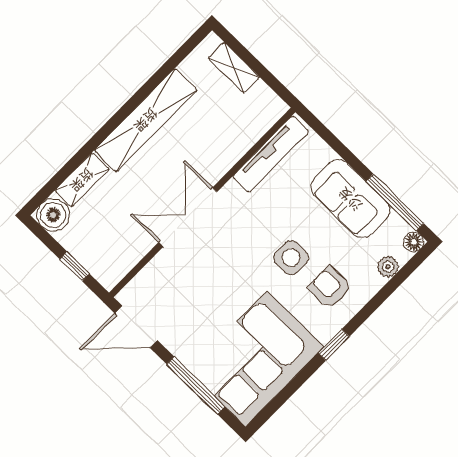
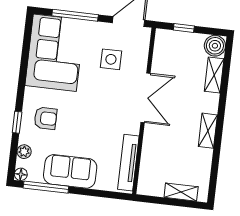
shelving: (146, 120) -> (208, 131), width x0.45, depth x0.75
side table: (291, 258) -> (111, 59), moved
window: (334, 345) -> (17, 122), moved

